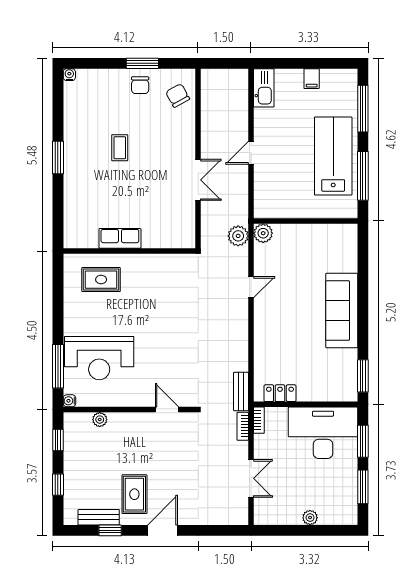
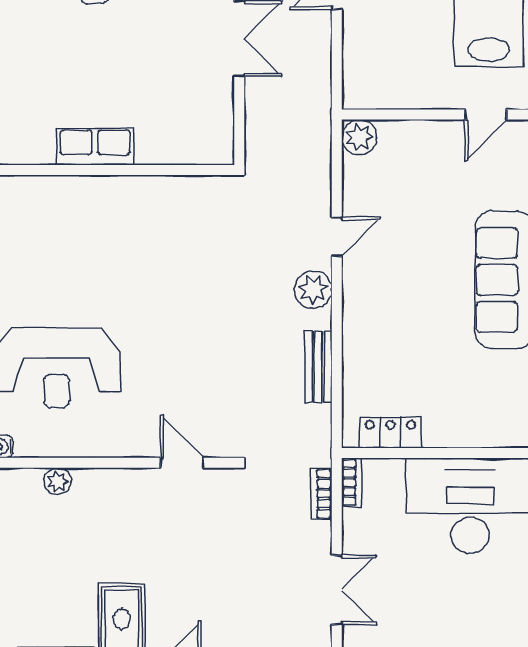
door: (332, 221) -> (486, 115), added
plant: (238, 236) -> (313, 290), moved
rug: (101, 280) -> (60, 223), removed
bench: (241, 391) -> (318, 367), moved

